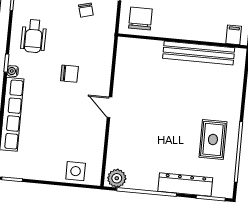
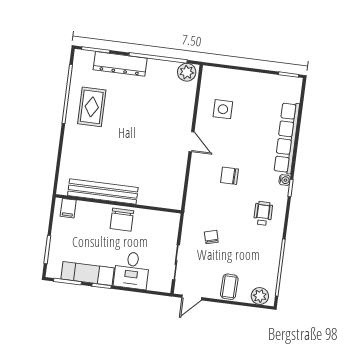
chair: (140, 18) -> (122, 220), moved
wheelchair: (34, 36) -> (263, 213), width x0.73, depth x0.73
side table: (76, 171) -> (223, 109), moved

